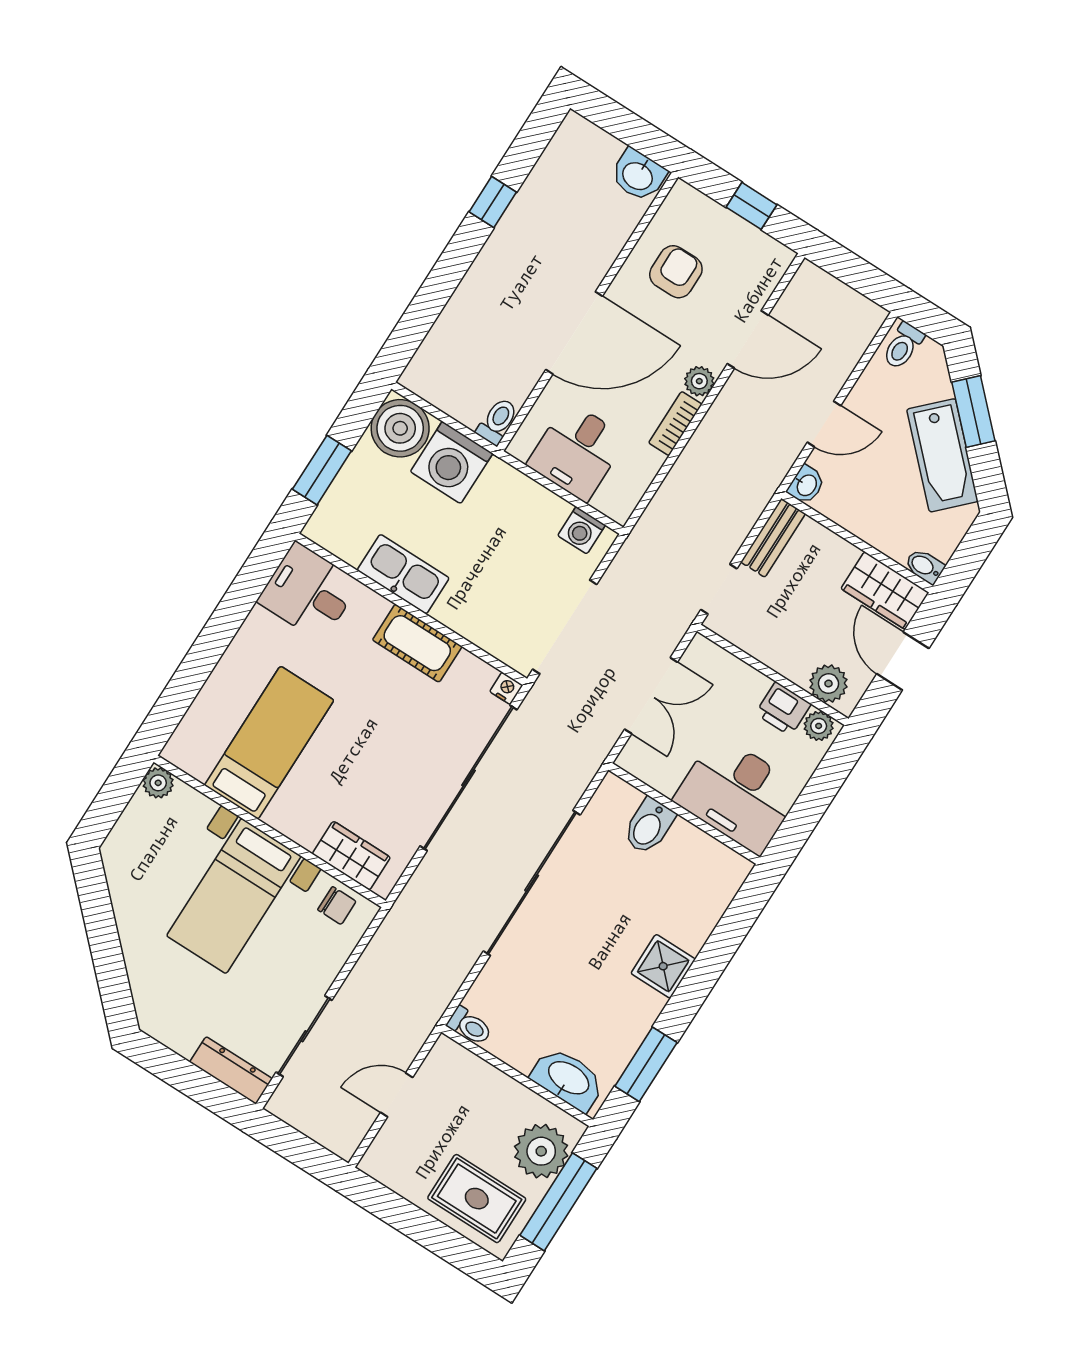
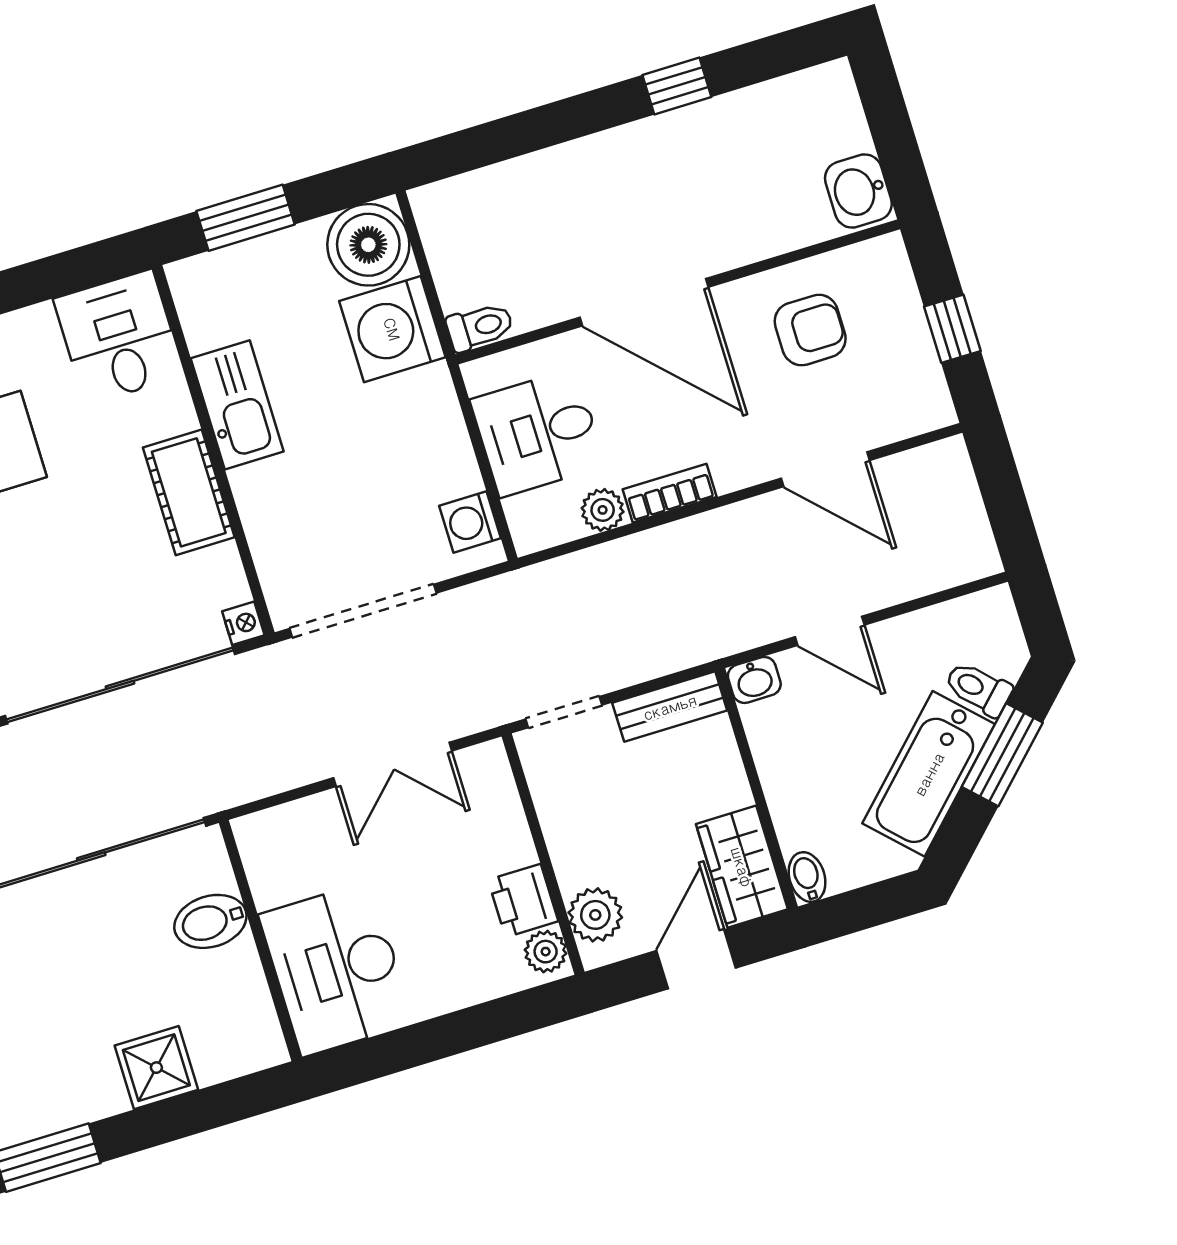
toilet: (903, 346) -> (978, 689), moved, turned 45
plant: (699, 381) -> (603, 510), moved
desk: (738, 794) -> (336, 969), moved
wall: (684, 814) -> (260, 941), moved
bidet: (649, 826) -> (210, 921), moved

